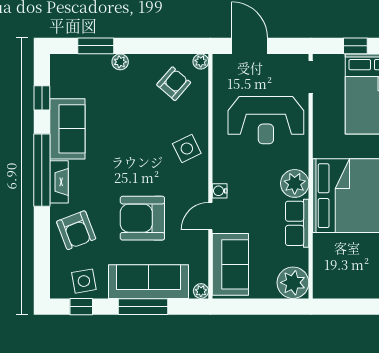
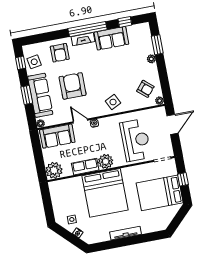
reception desk: (266, 120) -> (136, 140), turned 180
armchair: (76, 230) -> (60, 53), turned -69
window: (143, 307) -> (27, 95), width x0.69

